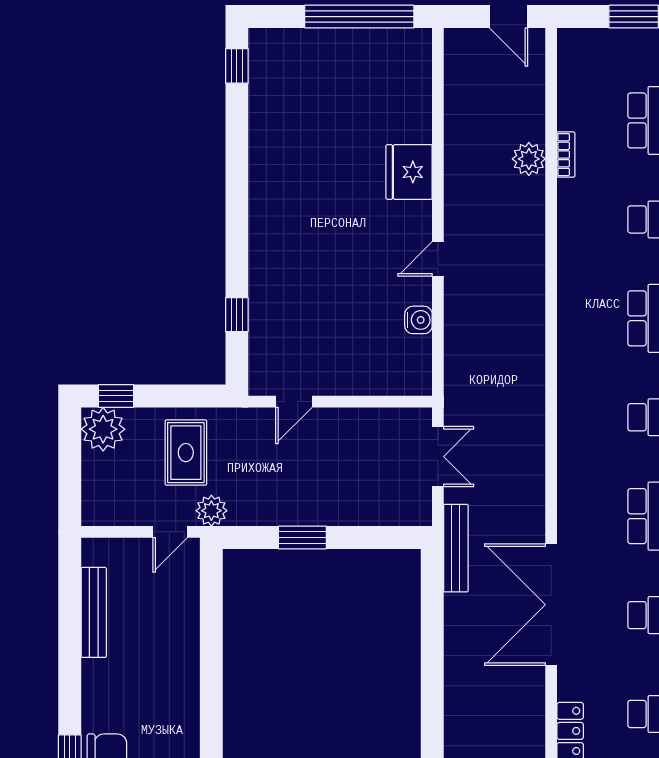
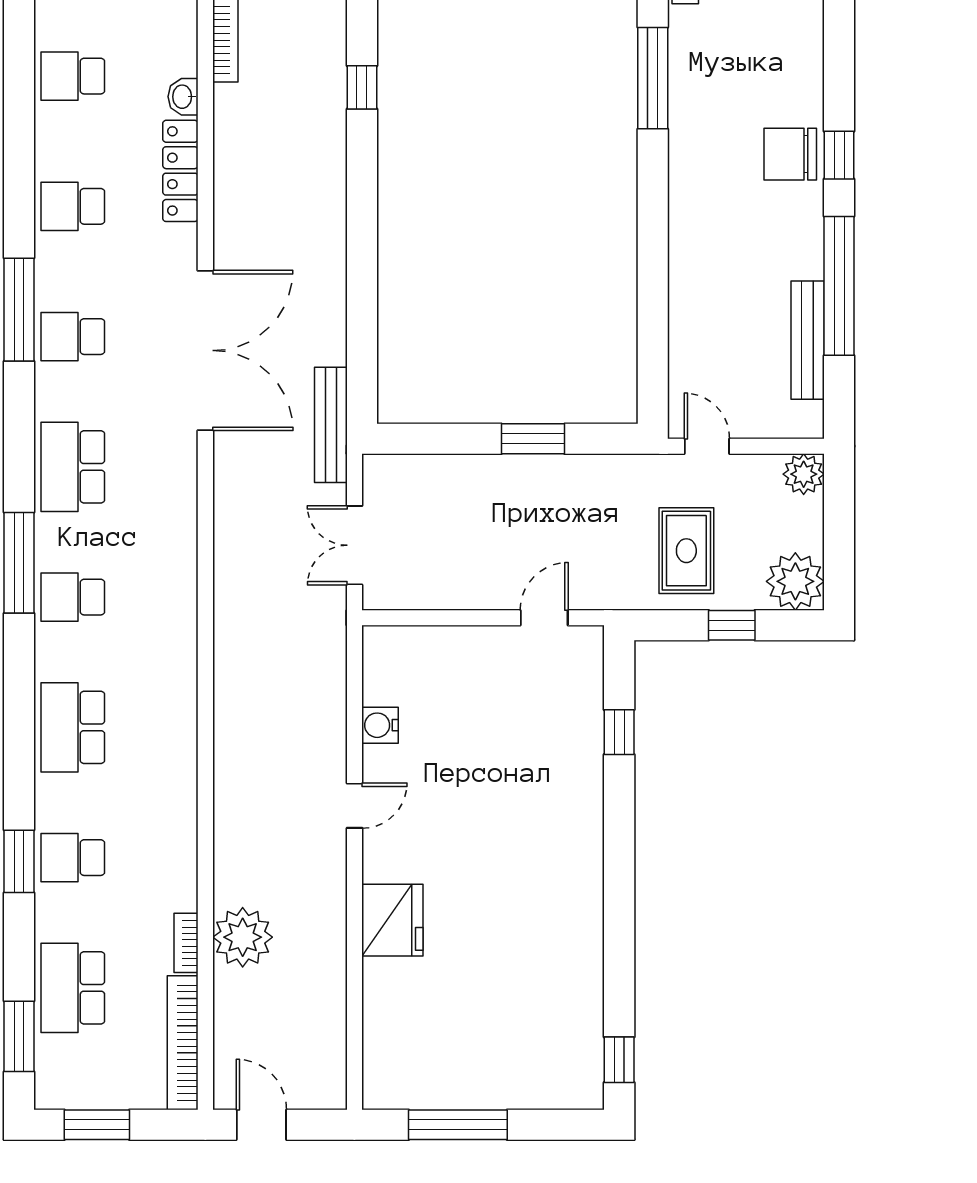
window: (359, 17) -> (458, 1125), width x0.68
bookcase: (568, 79) -> (183, 1043), added
plant: (529, 159) -> (243, 937), width x1.36, depth x1.36
window: (116, 396) -> (732, 625), moved
plant: (211, 511) -> (804, 474), moved
door: (170, 532) -> (707, 446), hinge flipped
window: (70, 654) -> (839, 286), added

